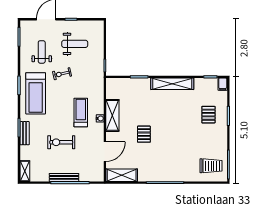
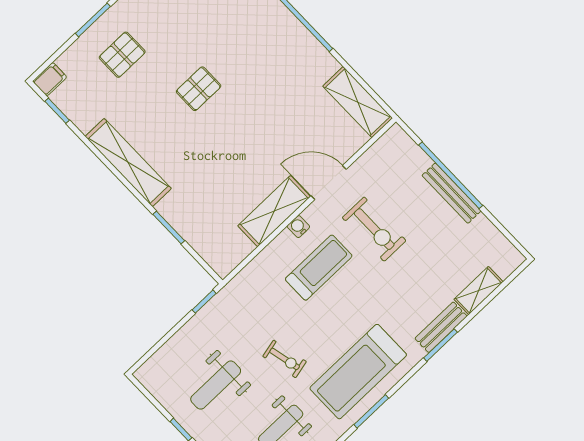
weight bench: (75, 44) -> (216, 385), turned -90
treadmill: (36, 93) -> (358, 372), turned 180
treadmill: (81, 112) -> (319, 268), turned 180
pallet: (144, 134) -> (199, 89), moved
exercise bike: (61, 142) -> (374, 229), moved
door: (105, 152) -> (329, 182), moved
shelving: (25, 171) -> (479, 291), moved

